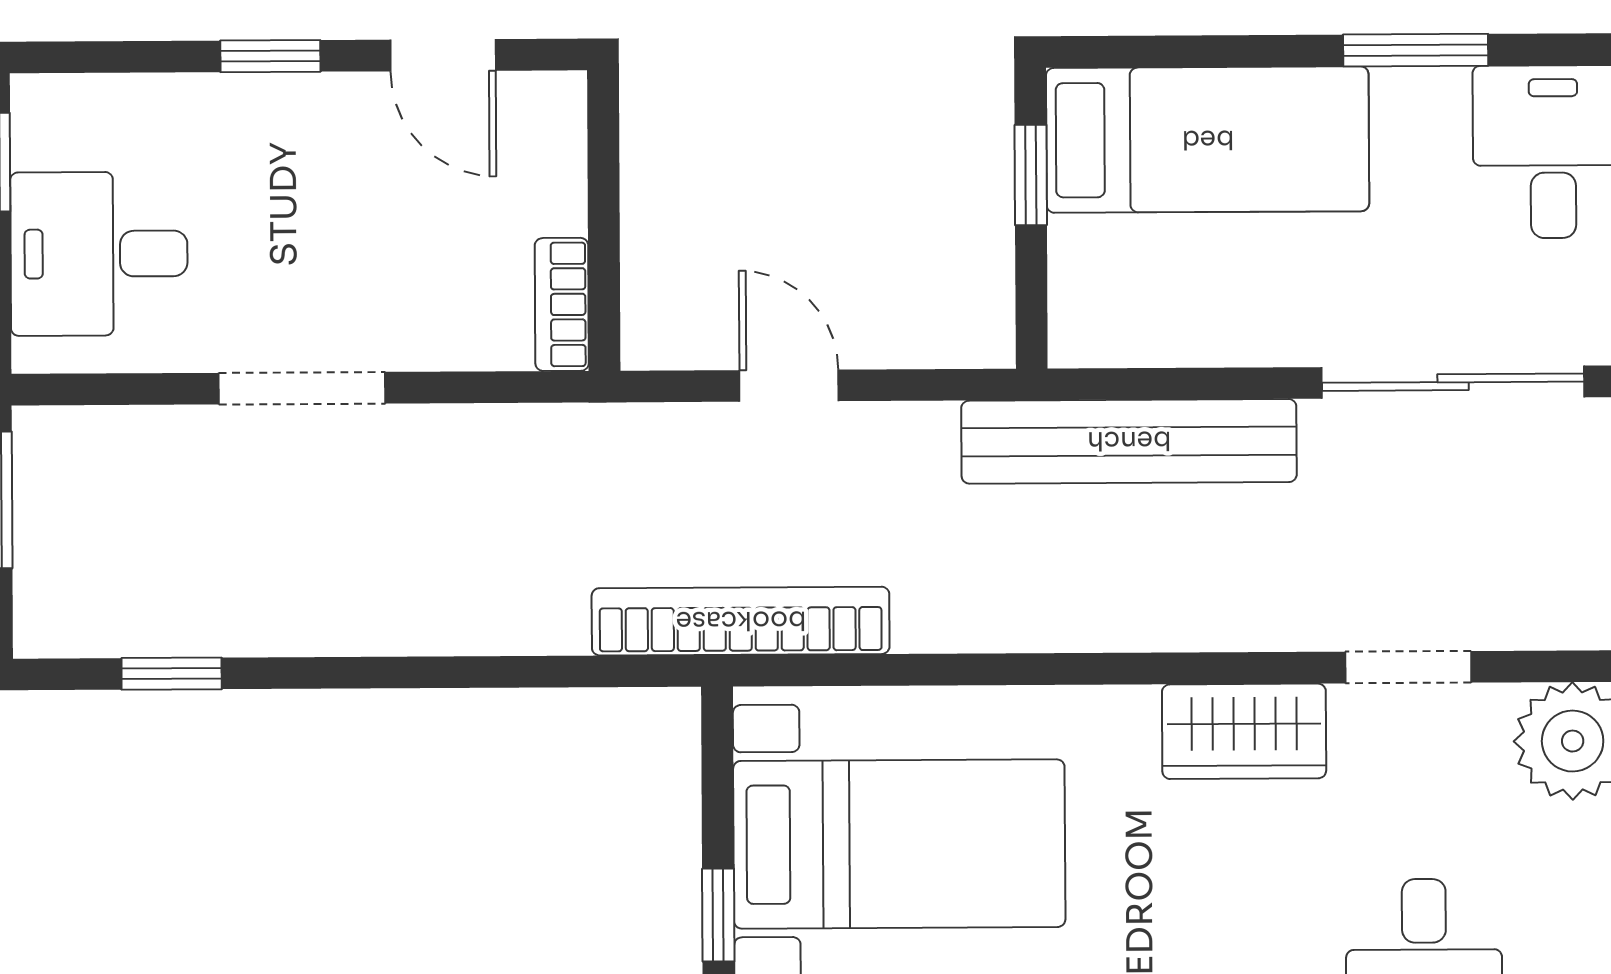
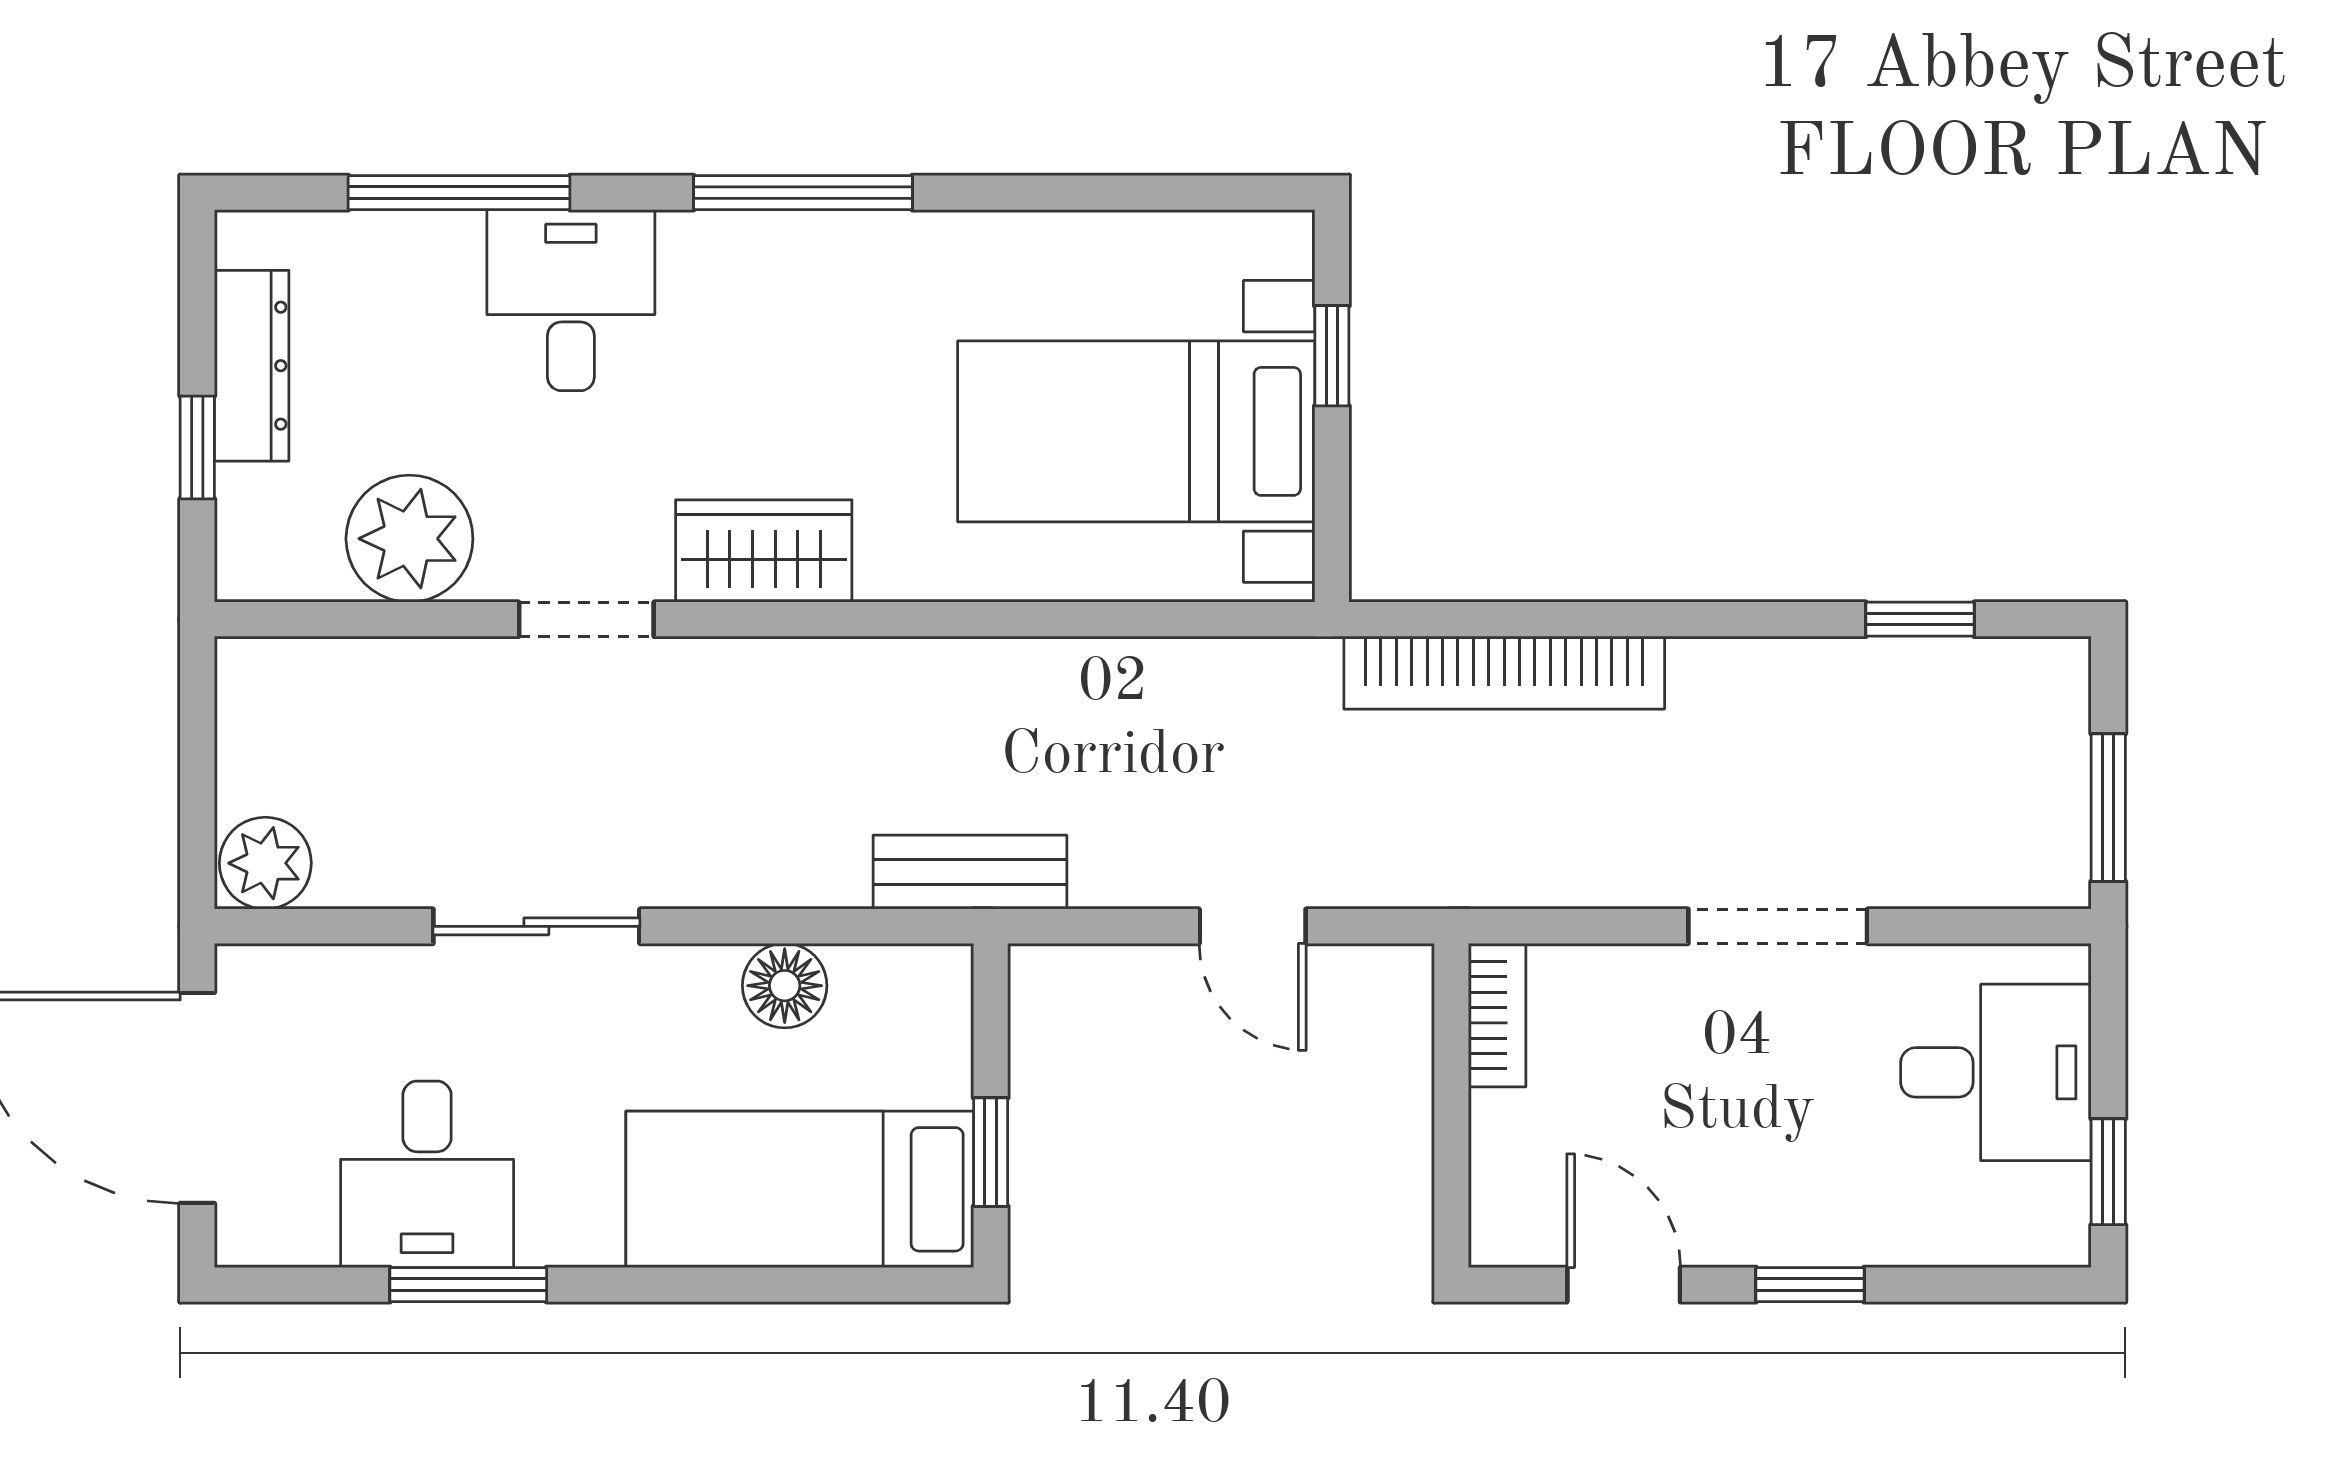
window: (1416, 50) -> (468, 1285), moved
floor lamp: (1223, 328) -> (785, 986), added
sliding door: (1453, 382) -> (536, 926), width x0.73
bench: (1129, 441) -> (970, 872), width x0.54, depth x0.82
bookcase: (741, 621) -> (1504, 673), moved

